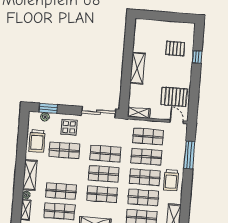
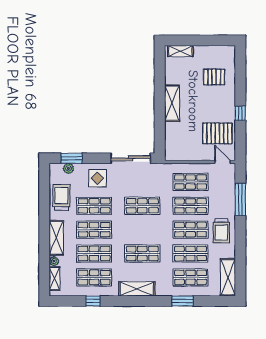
window: (197, 57) -> (240, 113), moved
shelving: (139, 113) -> (180, 51), moved
trolley: (37, 141) -> (62, 197), turned 180
shop shelf: (104, 174) -> (94, 230), moved

